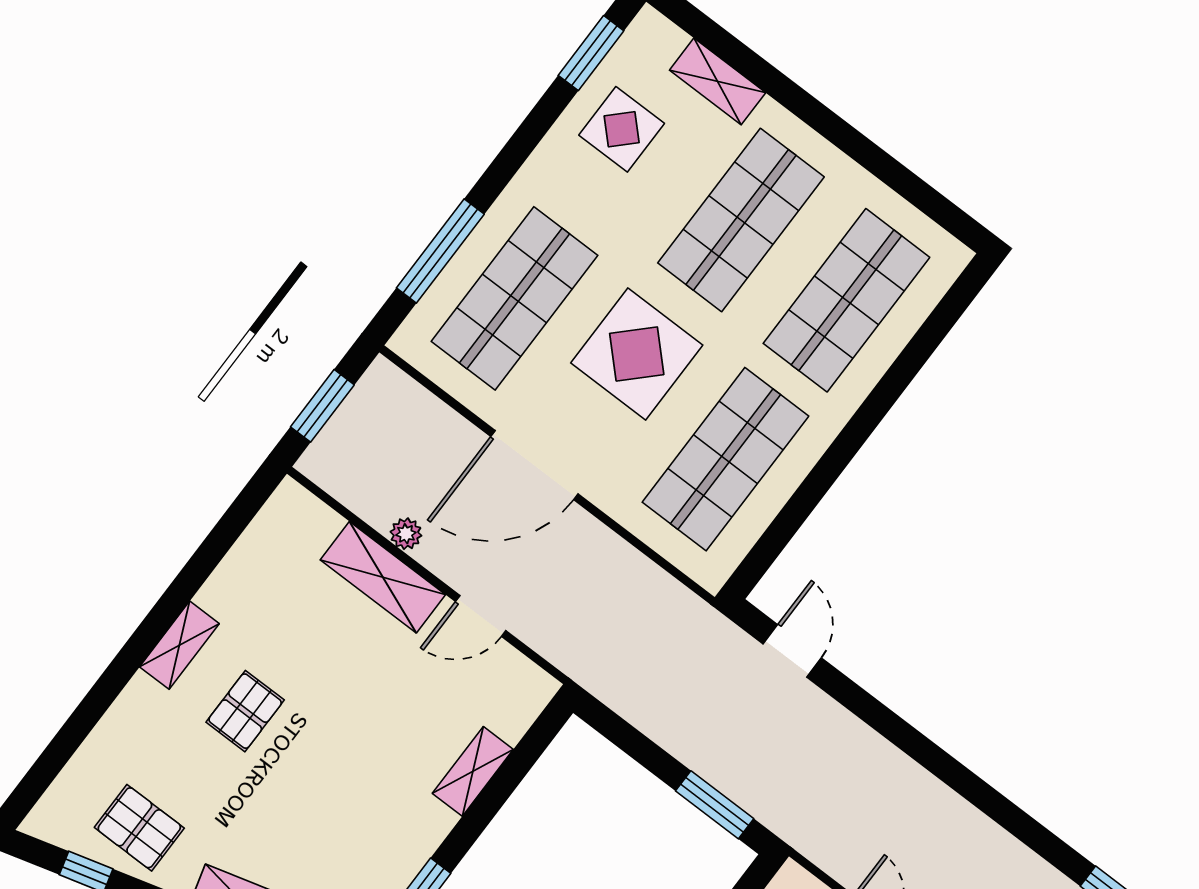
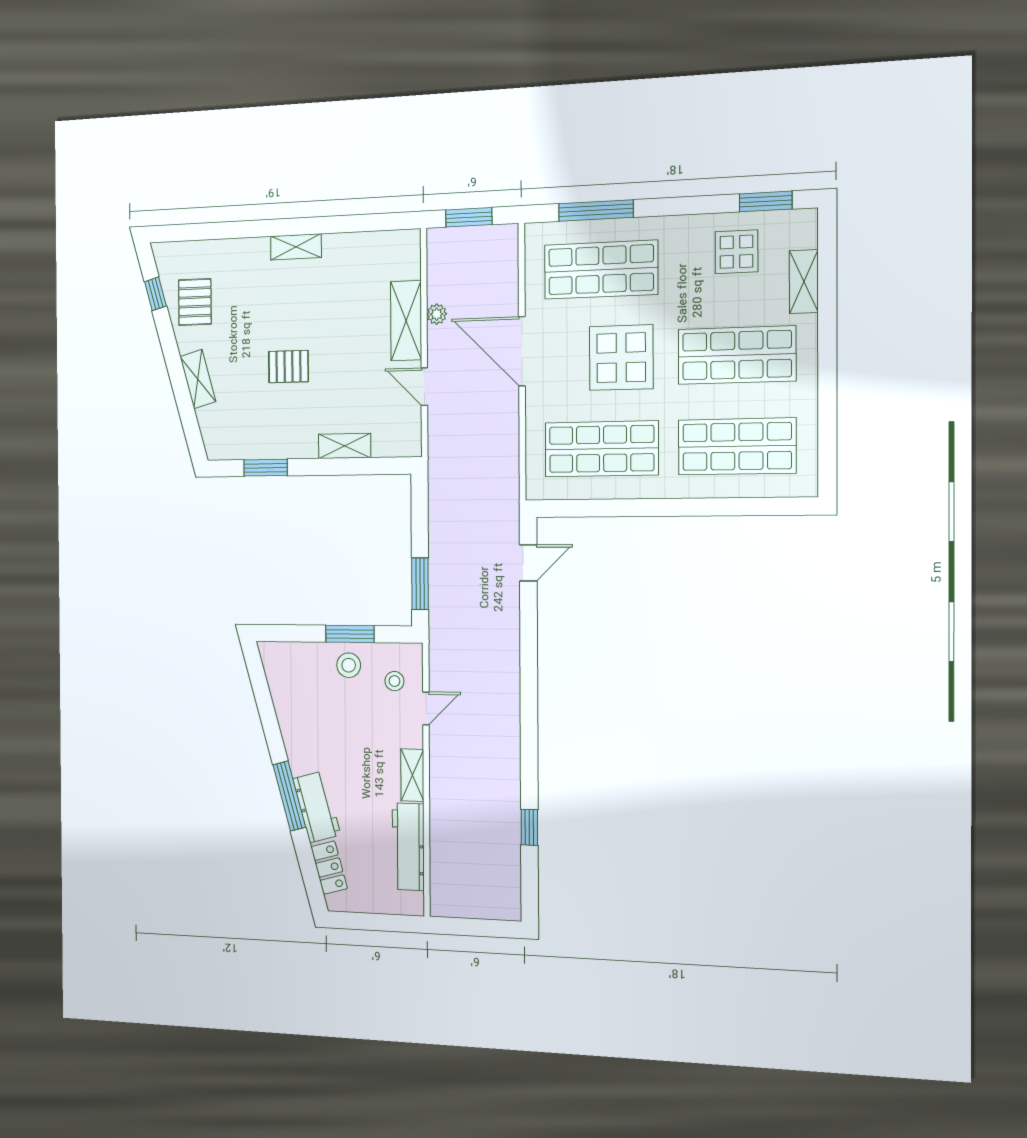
pallet: (245, 711) -> (288, 367), moved

